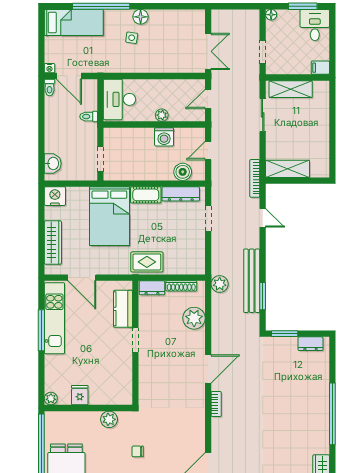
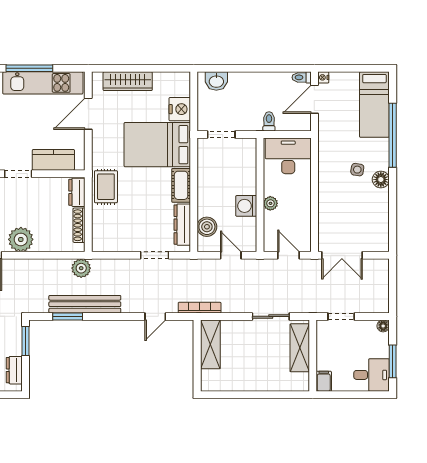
nightstand: (55, 196) -> (180, 109), moved
plant: (194, 318) -> (21, 239), moved

